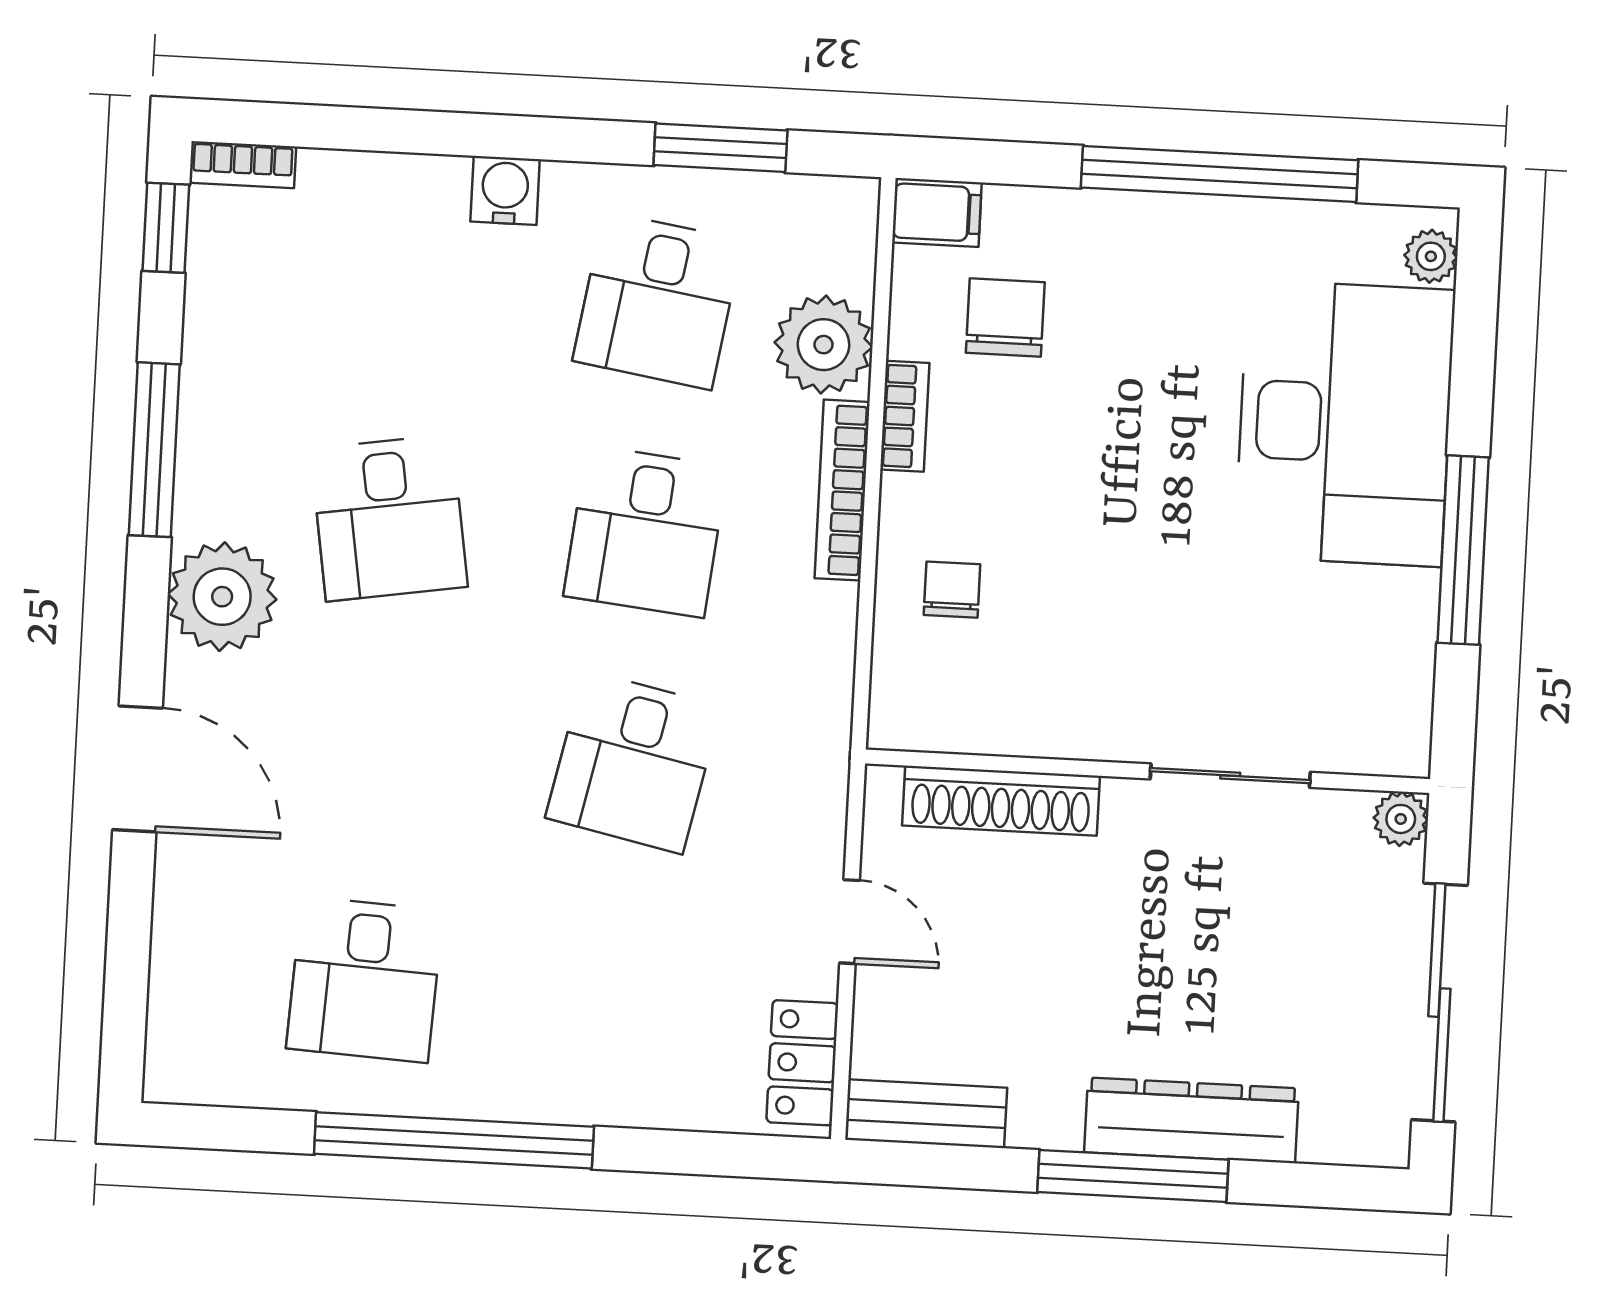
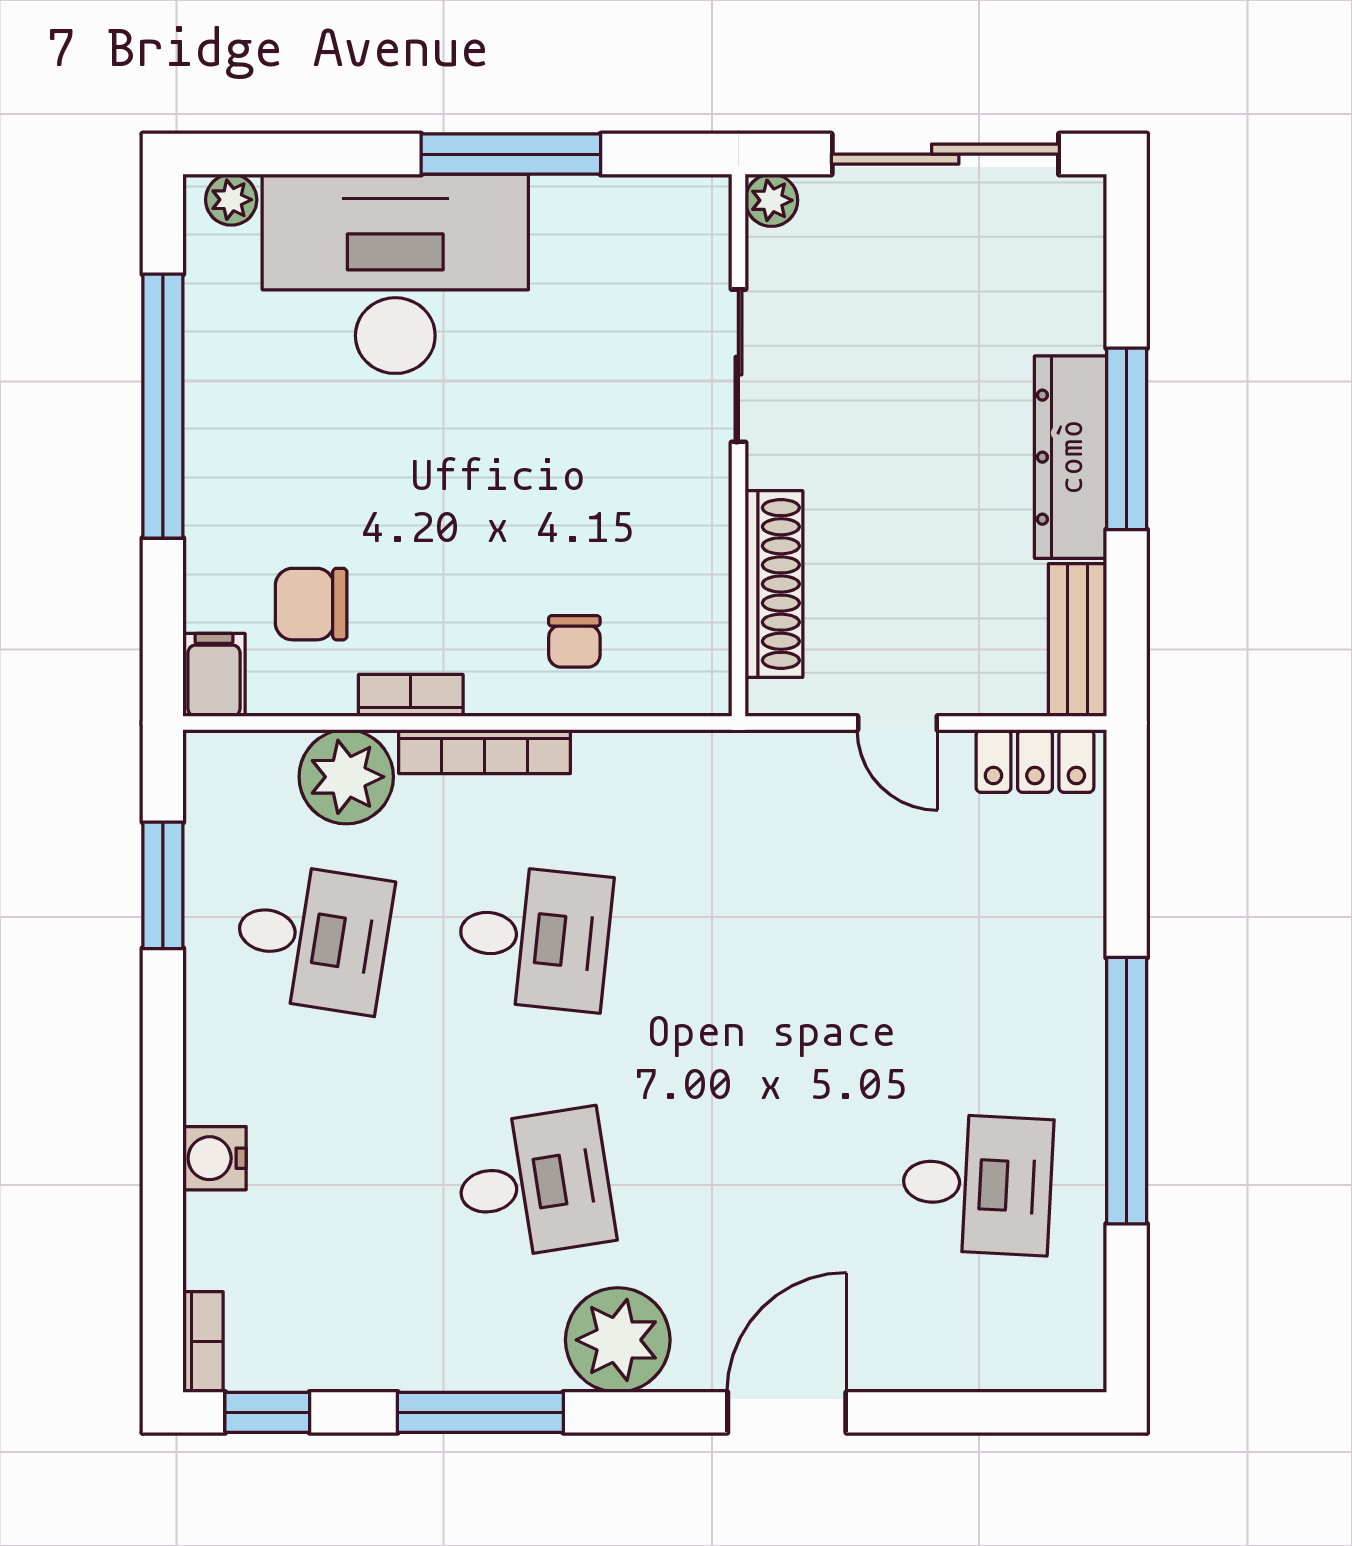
water cooler: (505, 190) -> (215, 1158), moved
chair: (952, 590) -> (574, 641), turned -90
desk: (633, 762) -> (756, 938), removed
door: (849, 922) -> (897, 723), swing flipped
dresser: (1192, 1120) -> (1070, 457), moved

